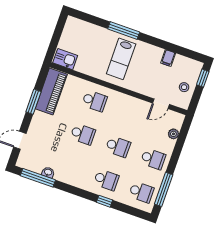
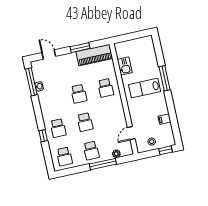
kitchen sink: (65, 59) -> (125, 66), moved
door: (161, 104) -> (131, 133), hinge flipped
window: (164, 189) -> (103, 164), moved

